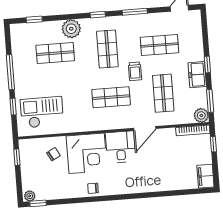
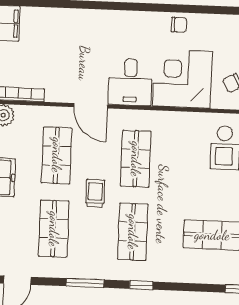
plant: (71, 29) -> (183, 269), removed
shop shelf: (160, 45) -> (54, 229), turned 90
shop shelf: (111, 97) -> (136, 159), turned 90
door: (145, 128) -> (91, 106), swing flipped

